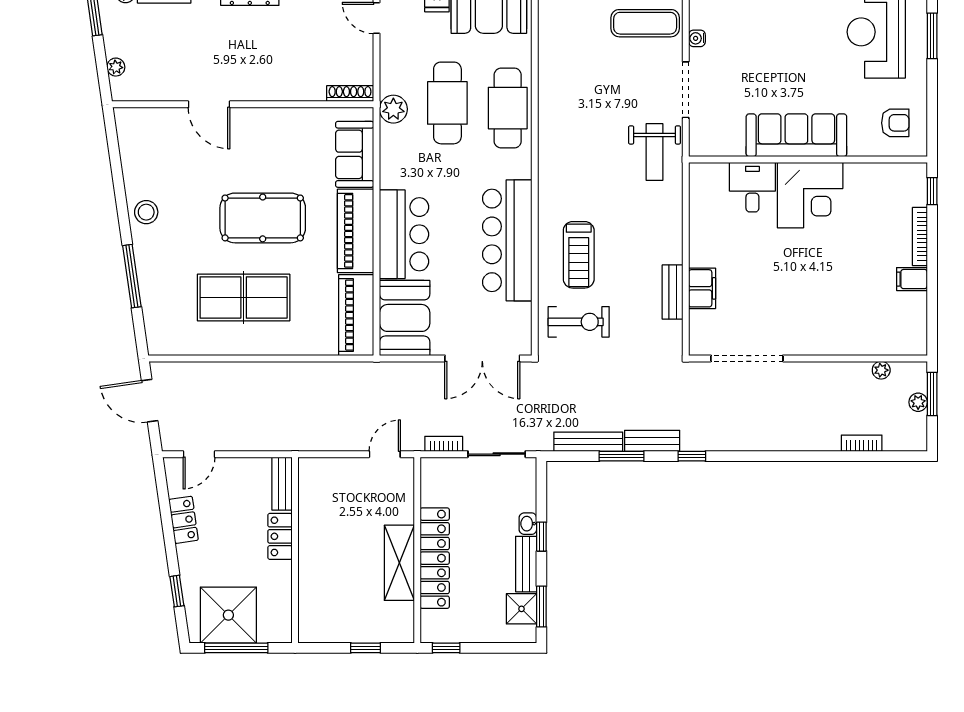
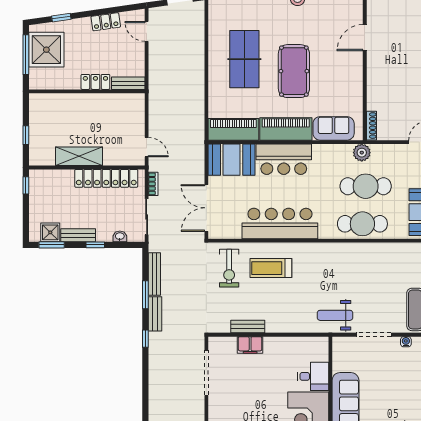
washbasin: (528, 524) -> (120, 236), moved
locker: (435, 558) -> (106, 178), moved

